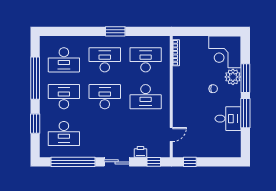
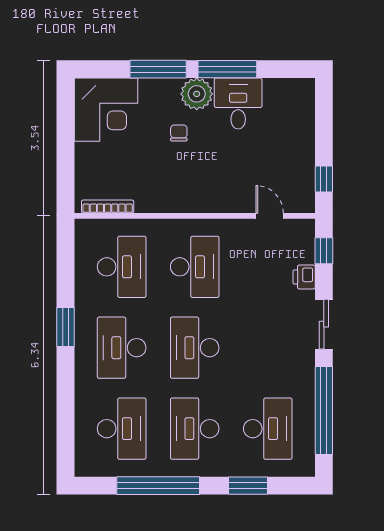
desk: (146, 60) -> (122, 267), turned 180
plant: (233, 77) -> (197, 94), moved

